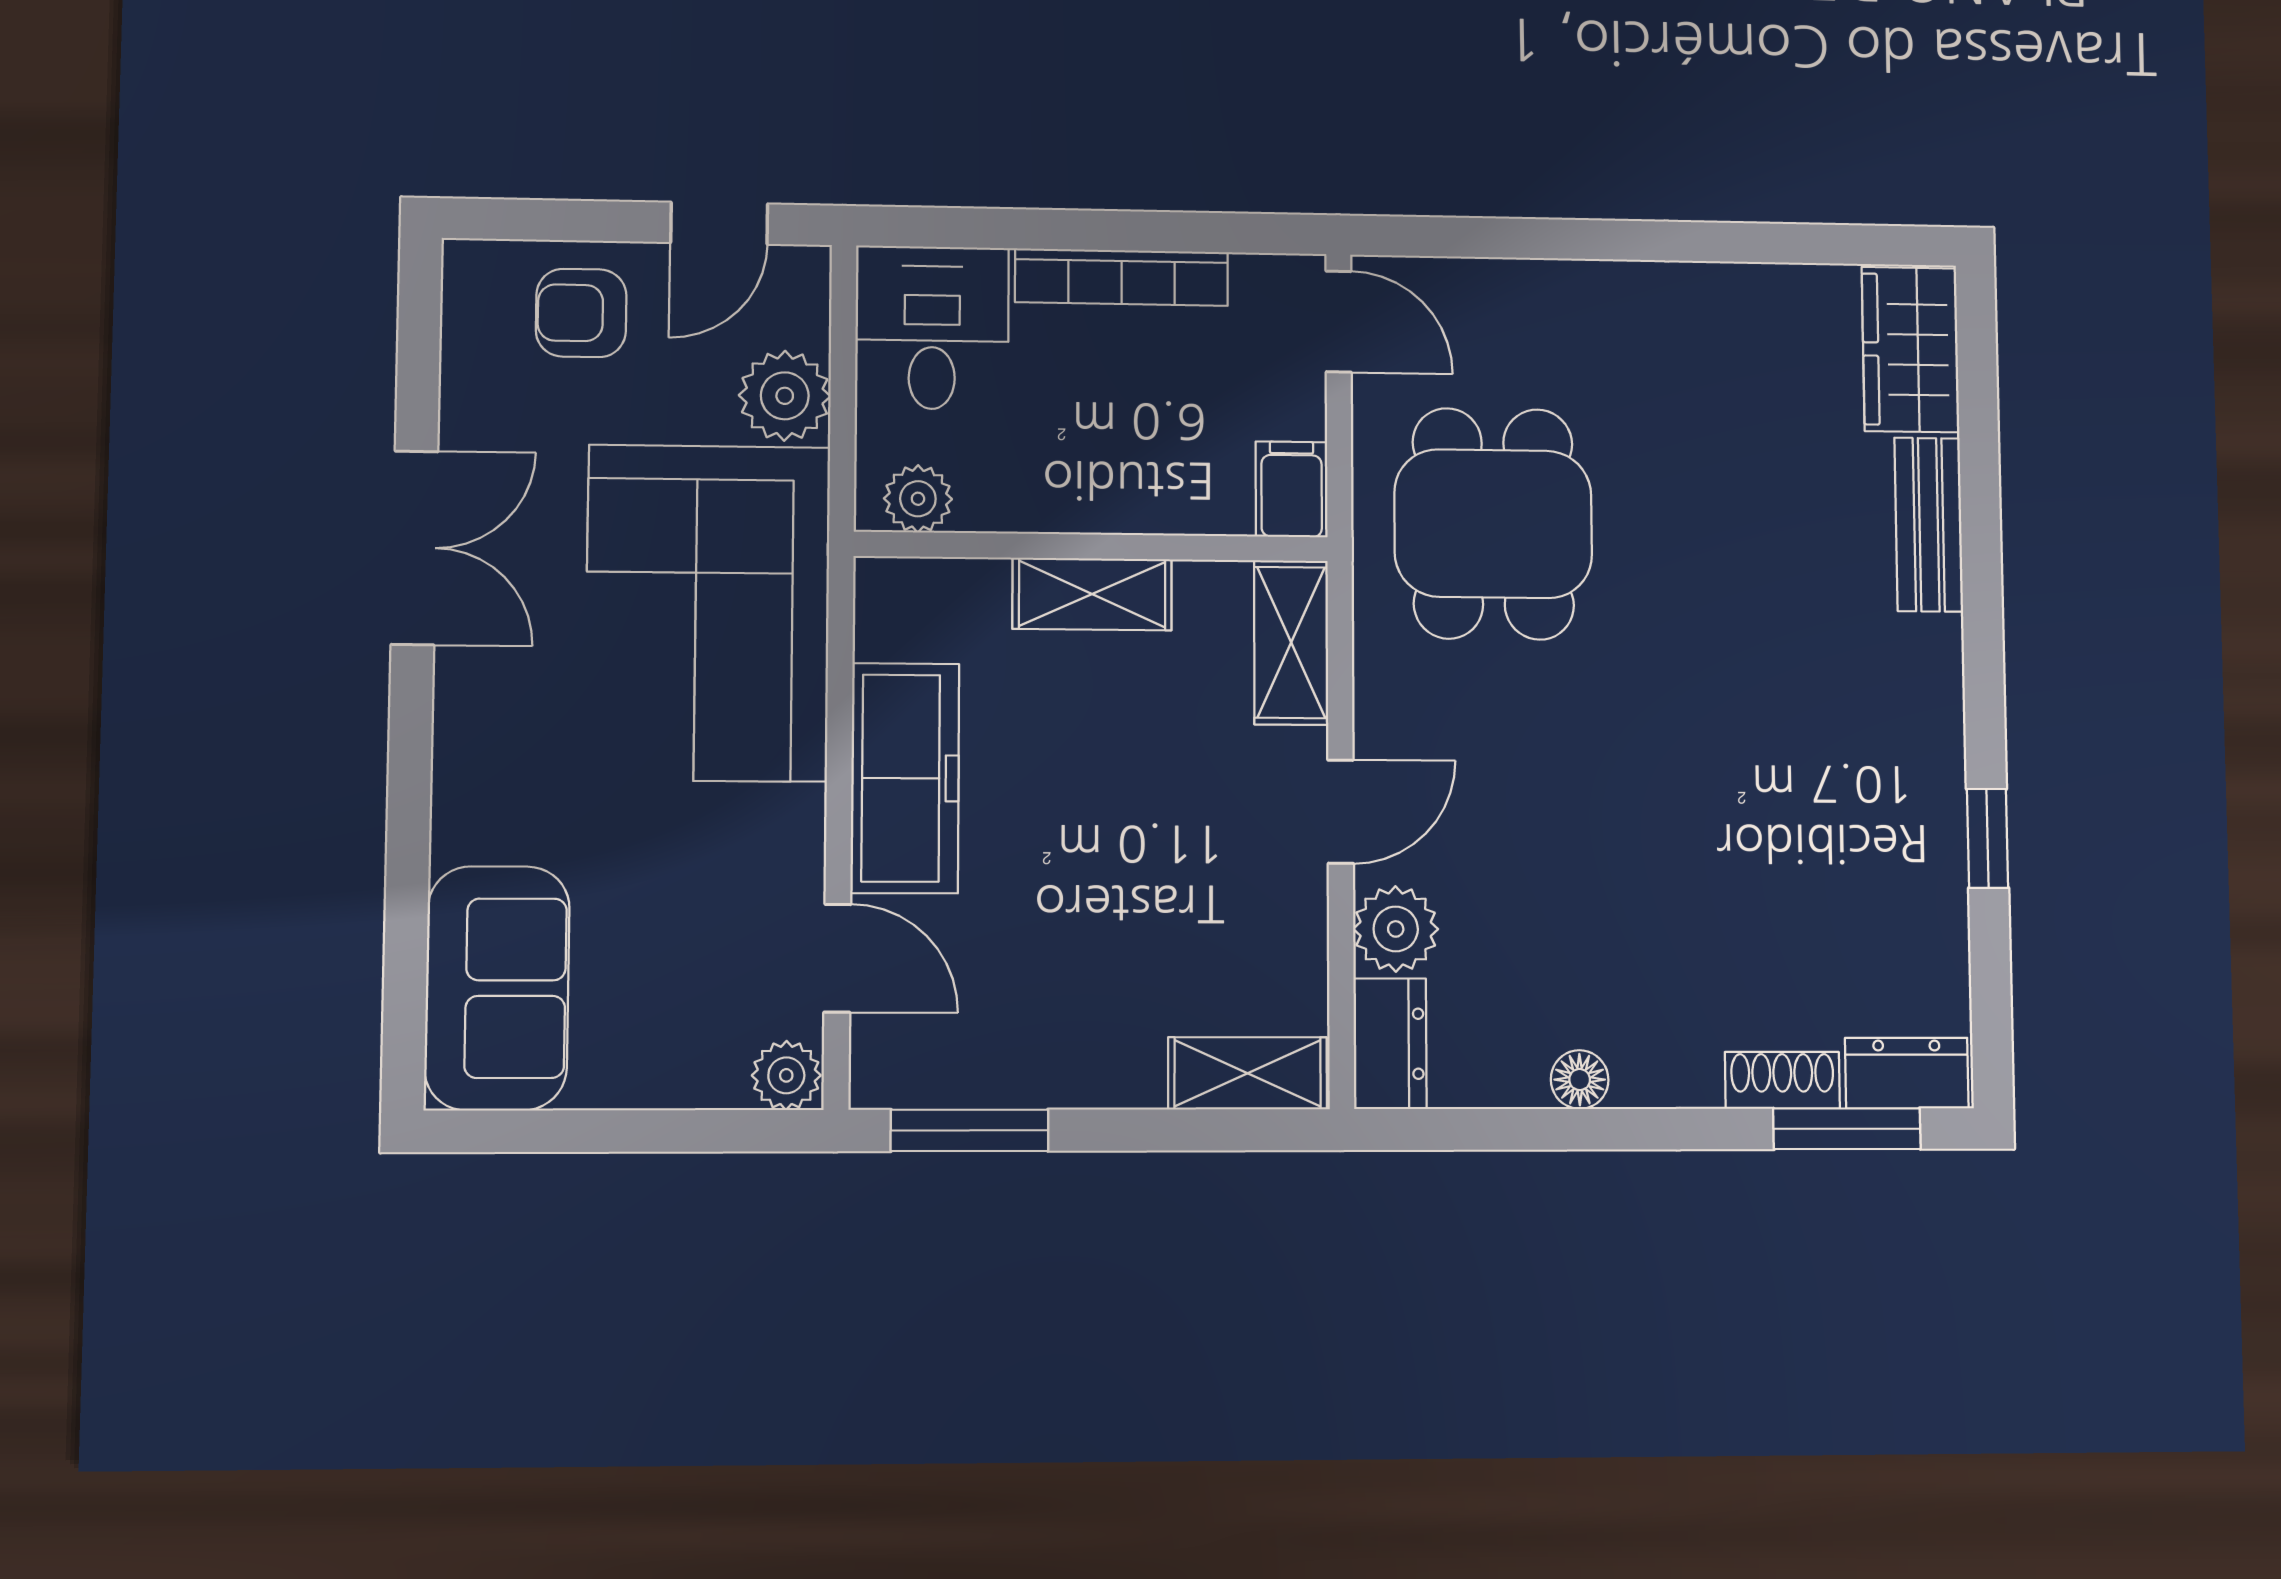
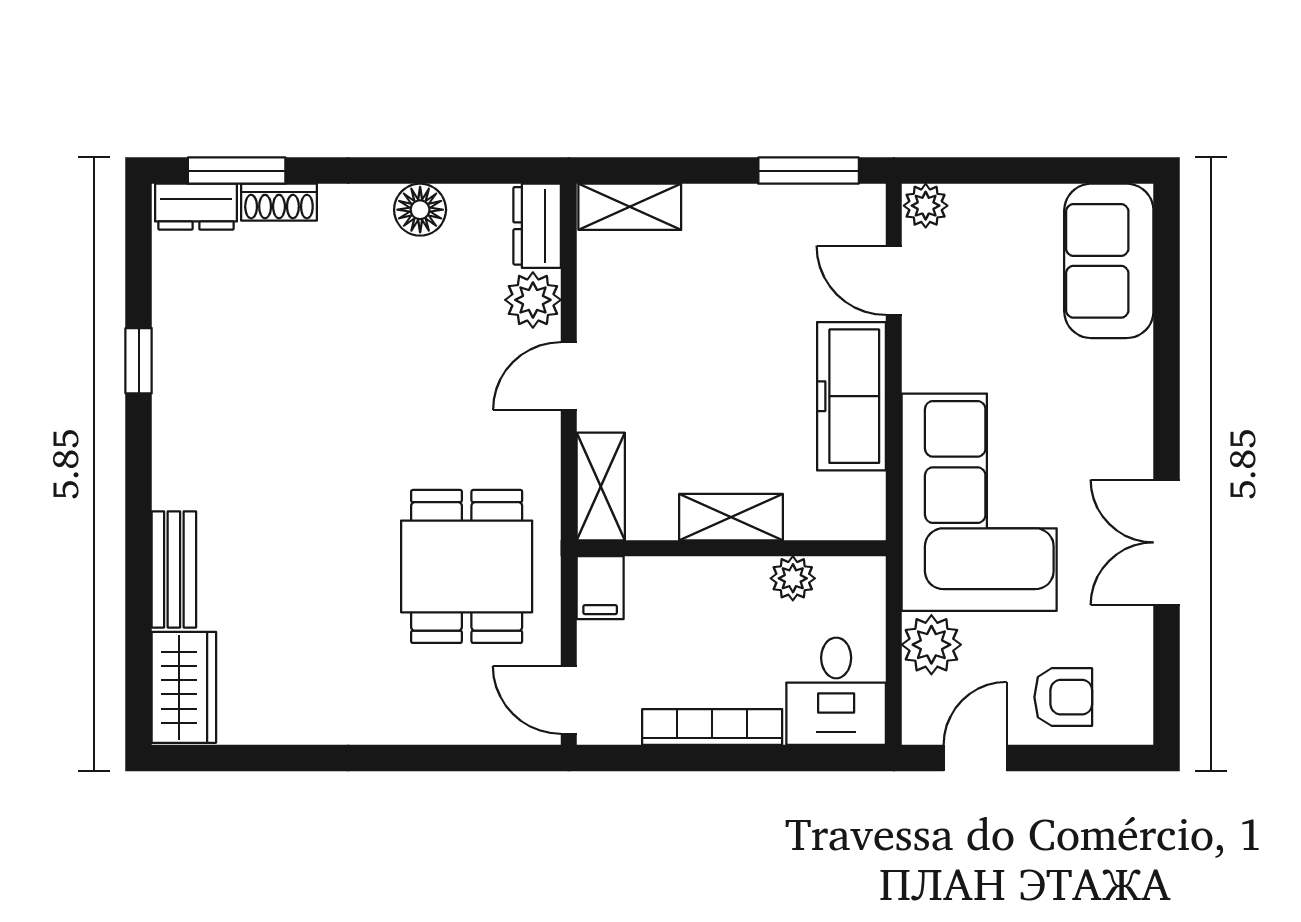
plant: (918, 499) -> (793, 578), moved
floor lamp: (1580, 1080) -> (420, 210), width x1.37, depth x1.37

